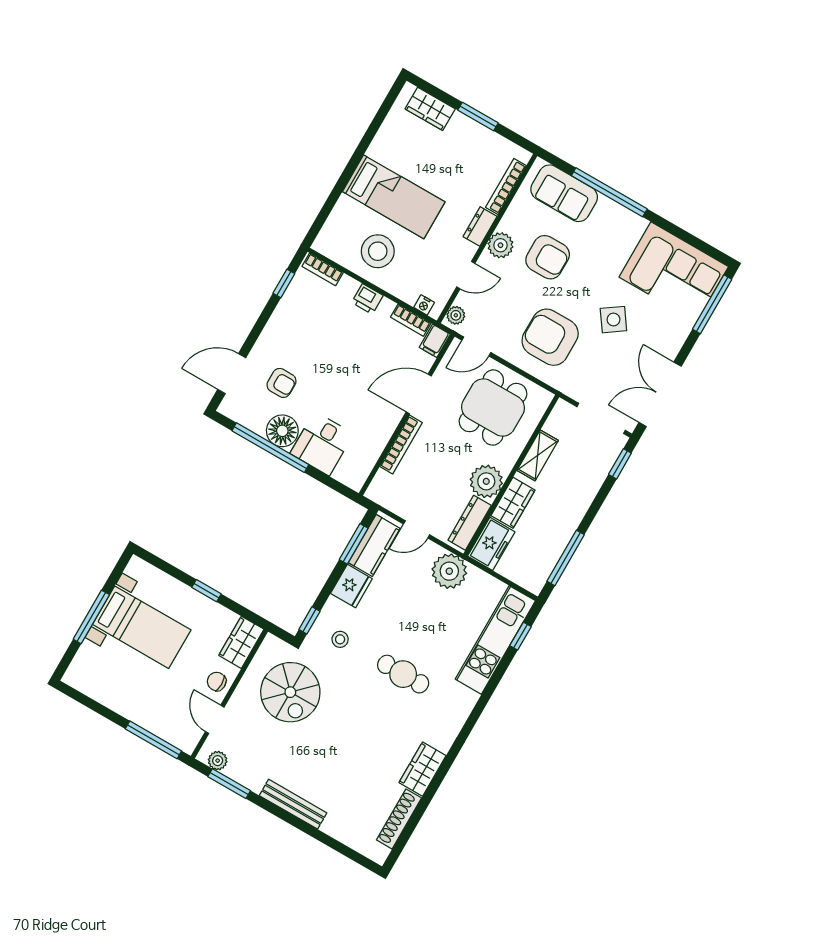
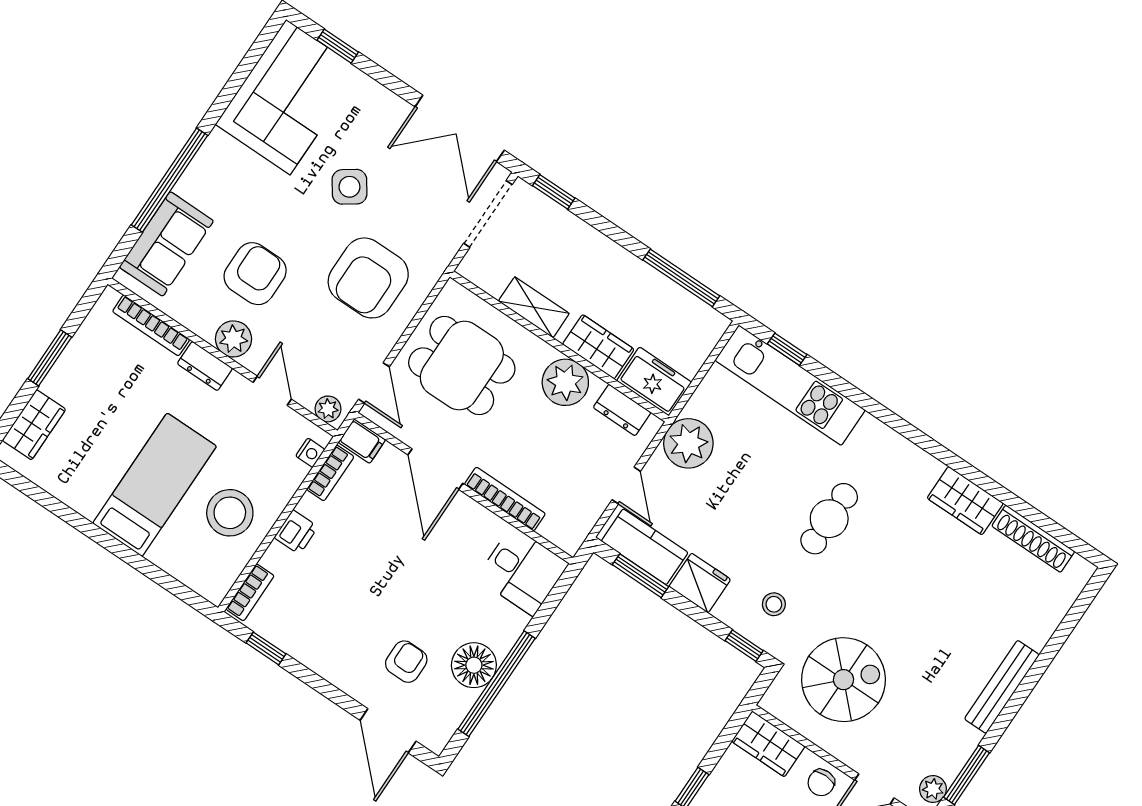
window: (712, 304) -> (338, 46), width x0.46
desk: (322, 444) -> (523, 571), moved
dresser: (470, 523) -> (622, 410), width x0.70

